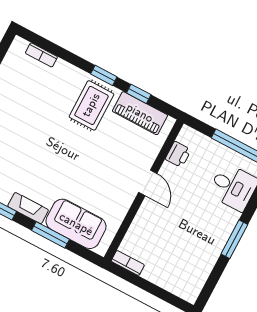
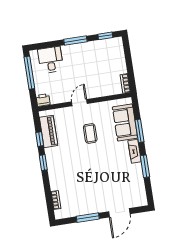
rug: (91, 105) -> (62, 158), removed
printer: (178, 154) -> (43, 100), moved
coffee table: (96, 167) -> (90, 133), added
window: (211, 284) -> (105, 36), added

